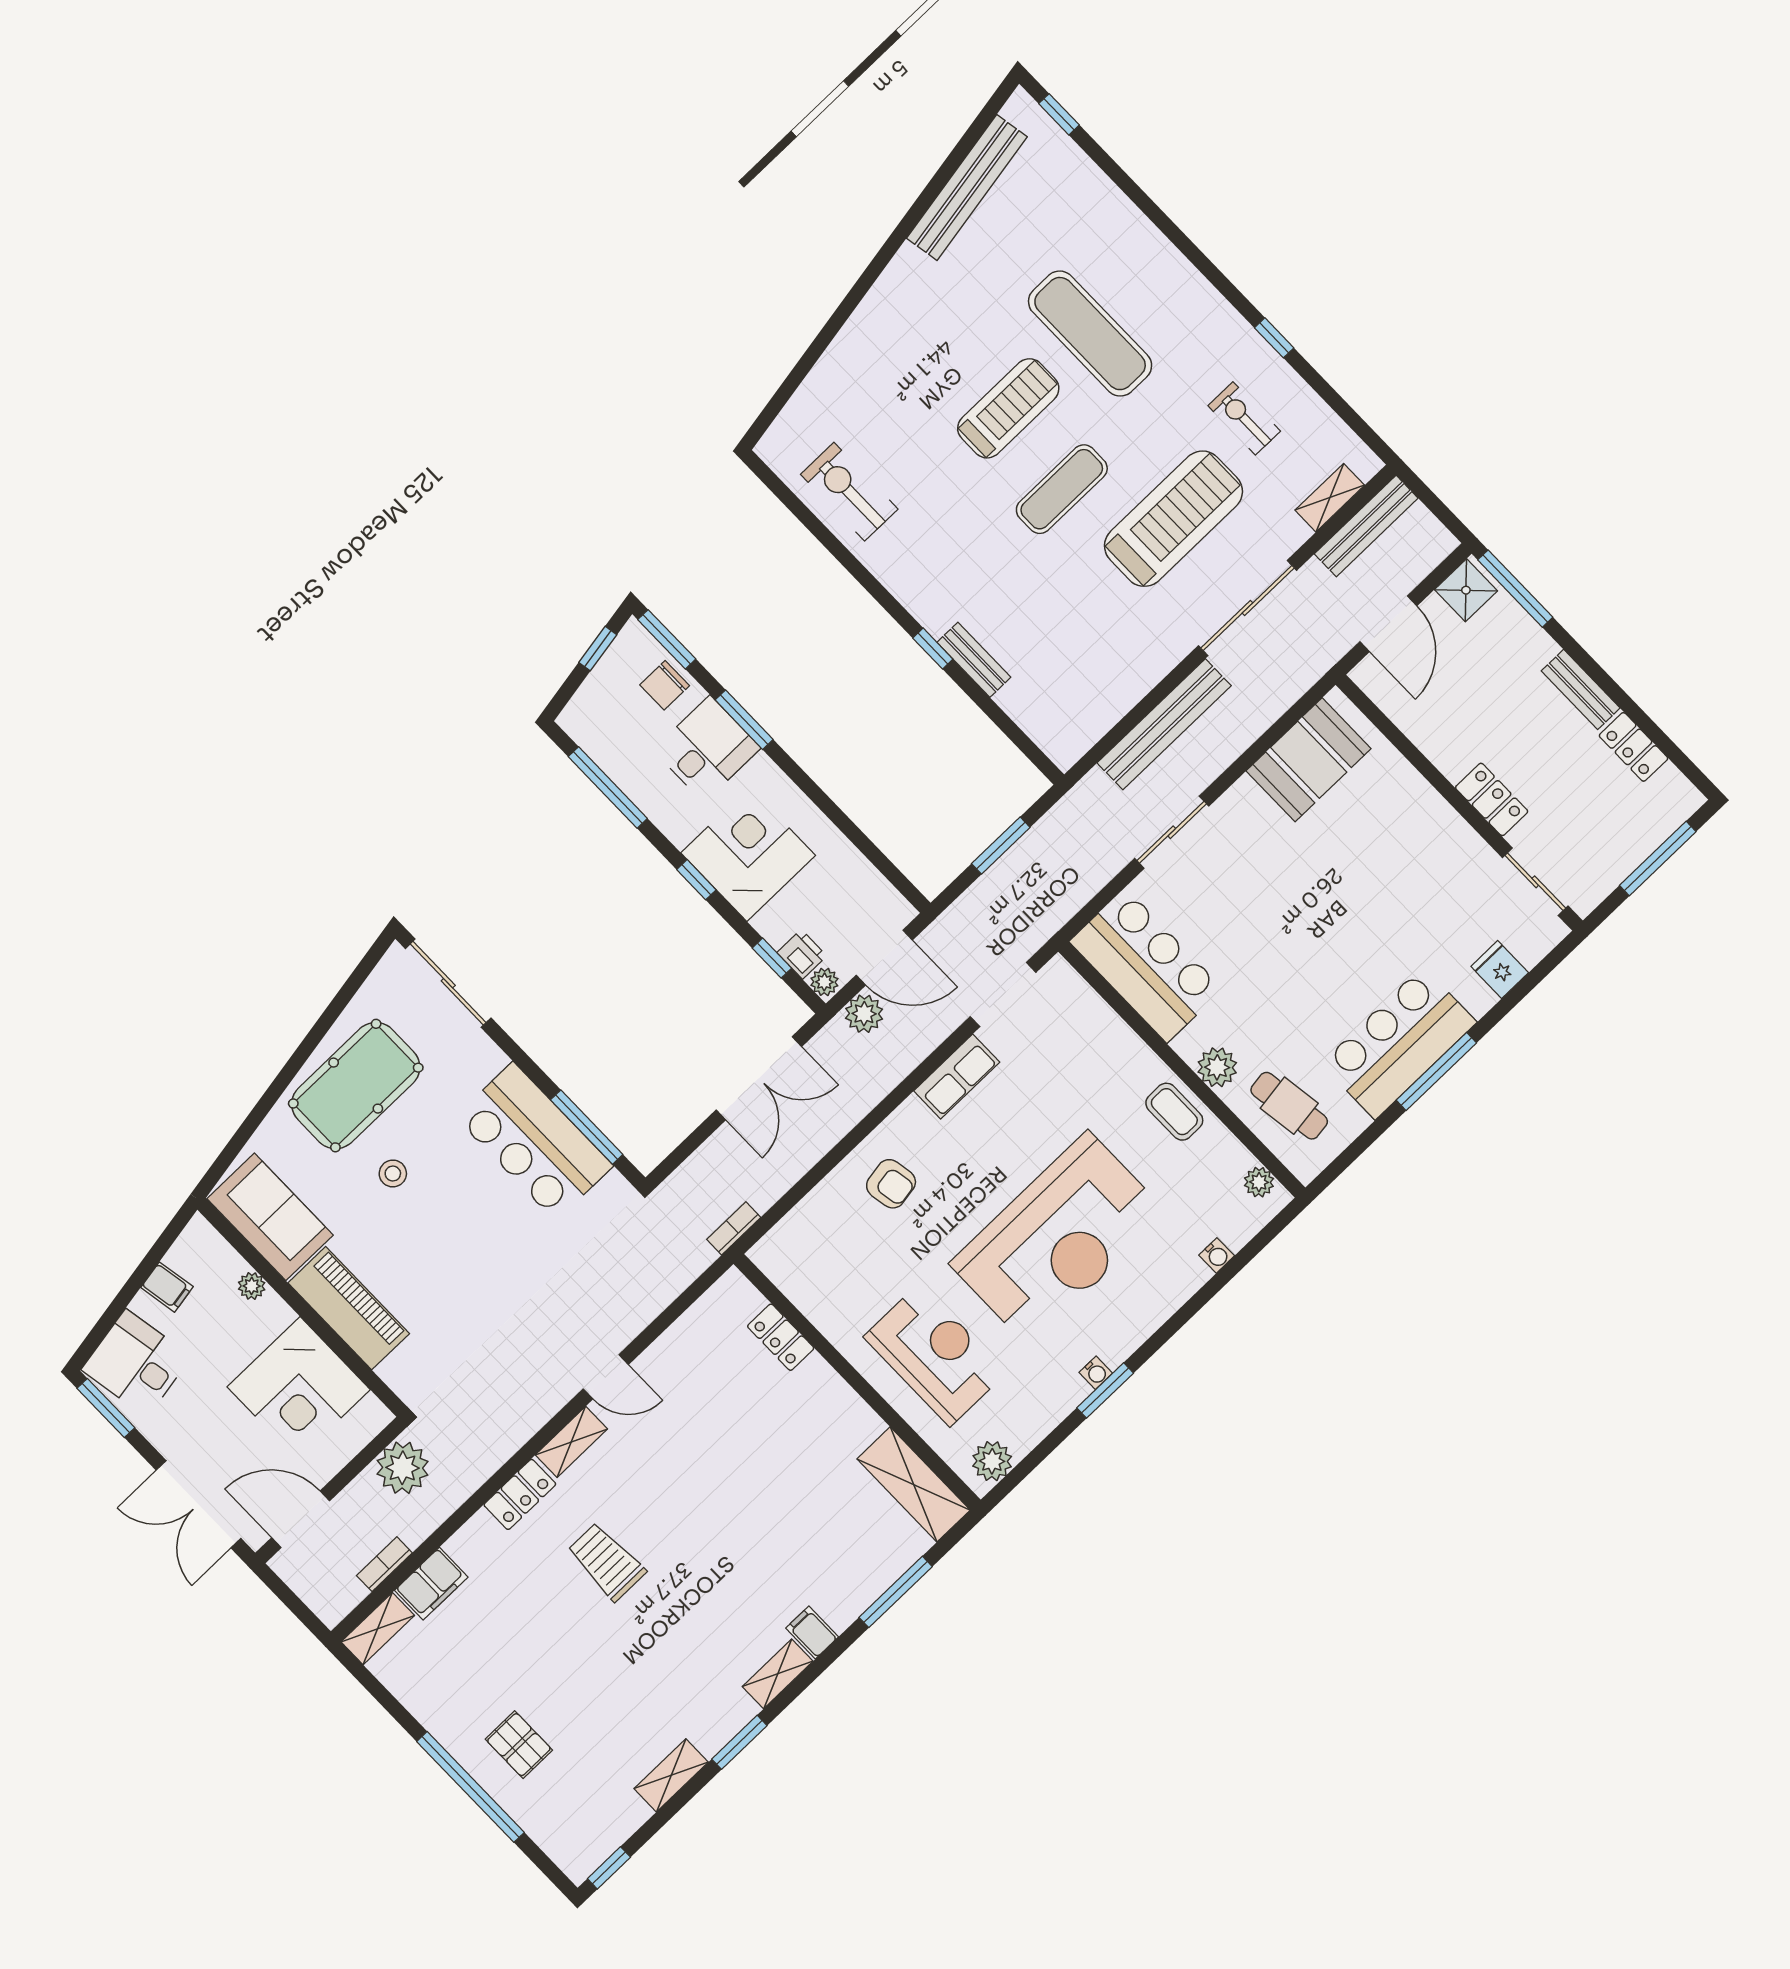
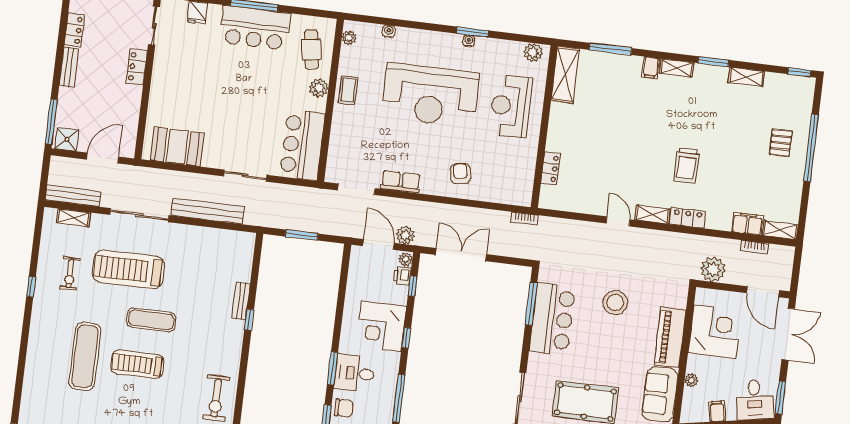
stool: (393, 1173) -> (615, 303), moved, width x1.89, depth x1.89
reception desk: (1058, 1238) -> (430, 95), turned 180

